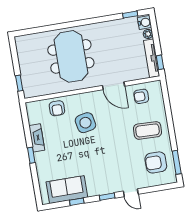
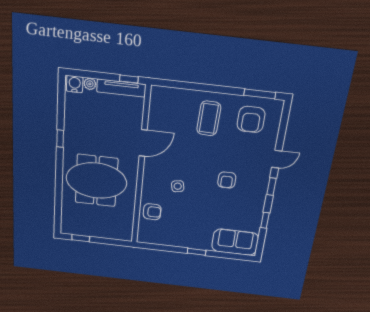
window: (130, 15) -> (60, 139), moved
window: (19, 83) -> (81, 238), moved
armchair: (141, 96) -> (227, 180), moved
side table: (85, 123) -> (178, 186), width x0.54, depth x0.54
fireplace: (37, 138) -> (179, 241), removed
sofa: (67, 190) -> (235, 242), moved, turned 90

